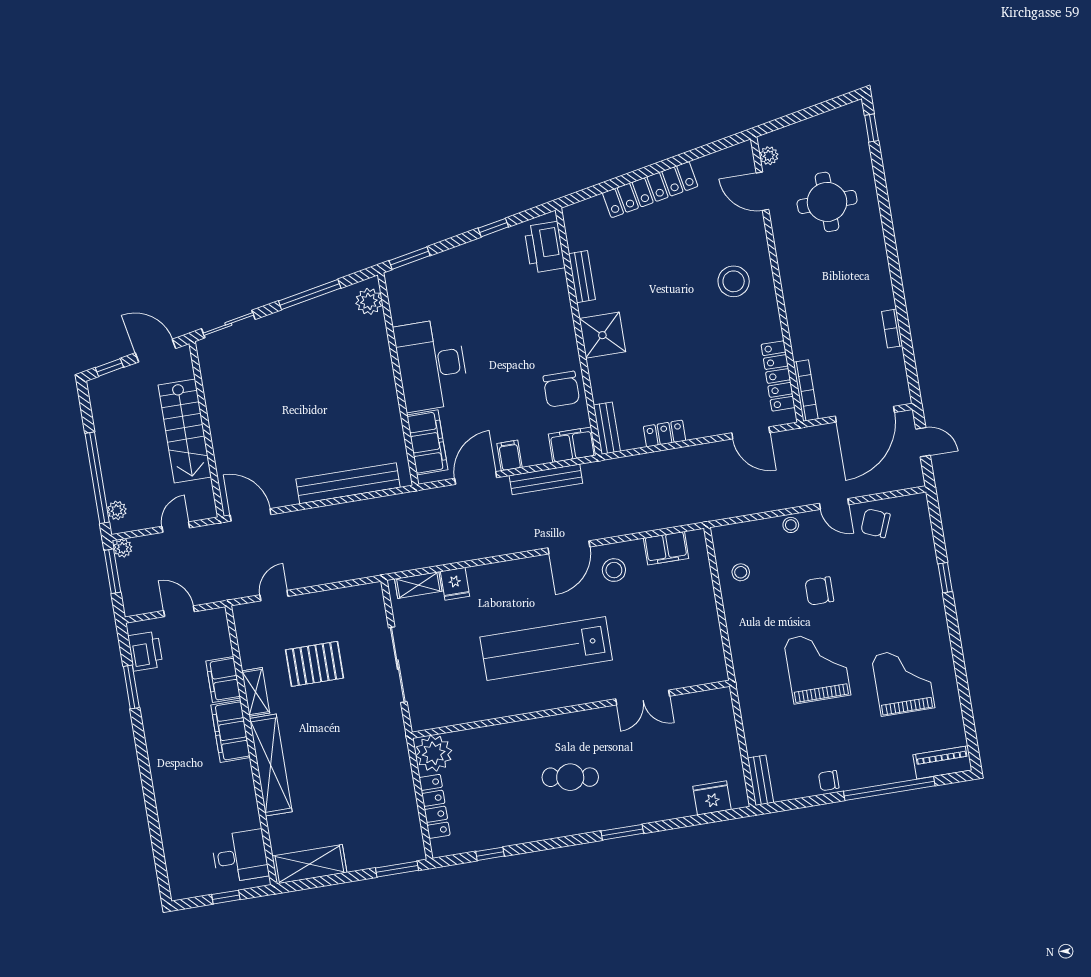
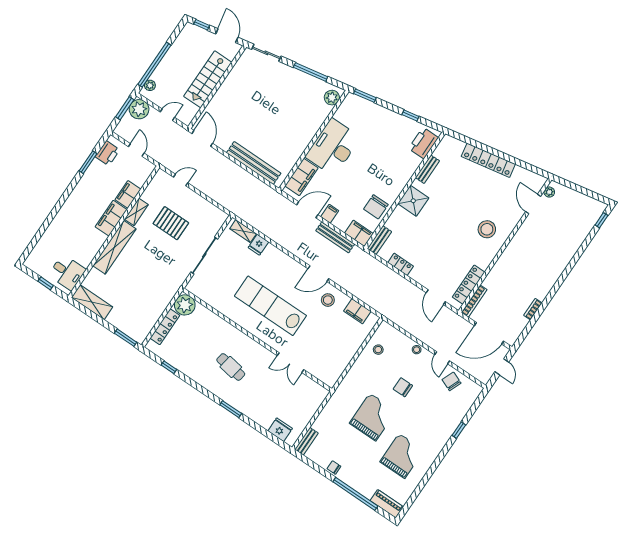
round table: (827, 202) -> (555, 233), removed
plant: (123, 548) -> (139, 109), width x1.88, depth x1.88

